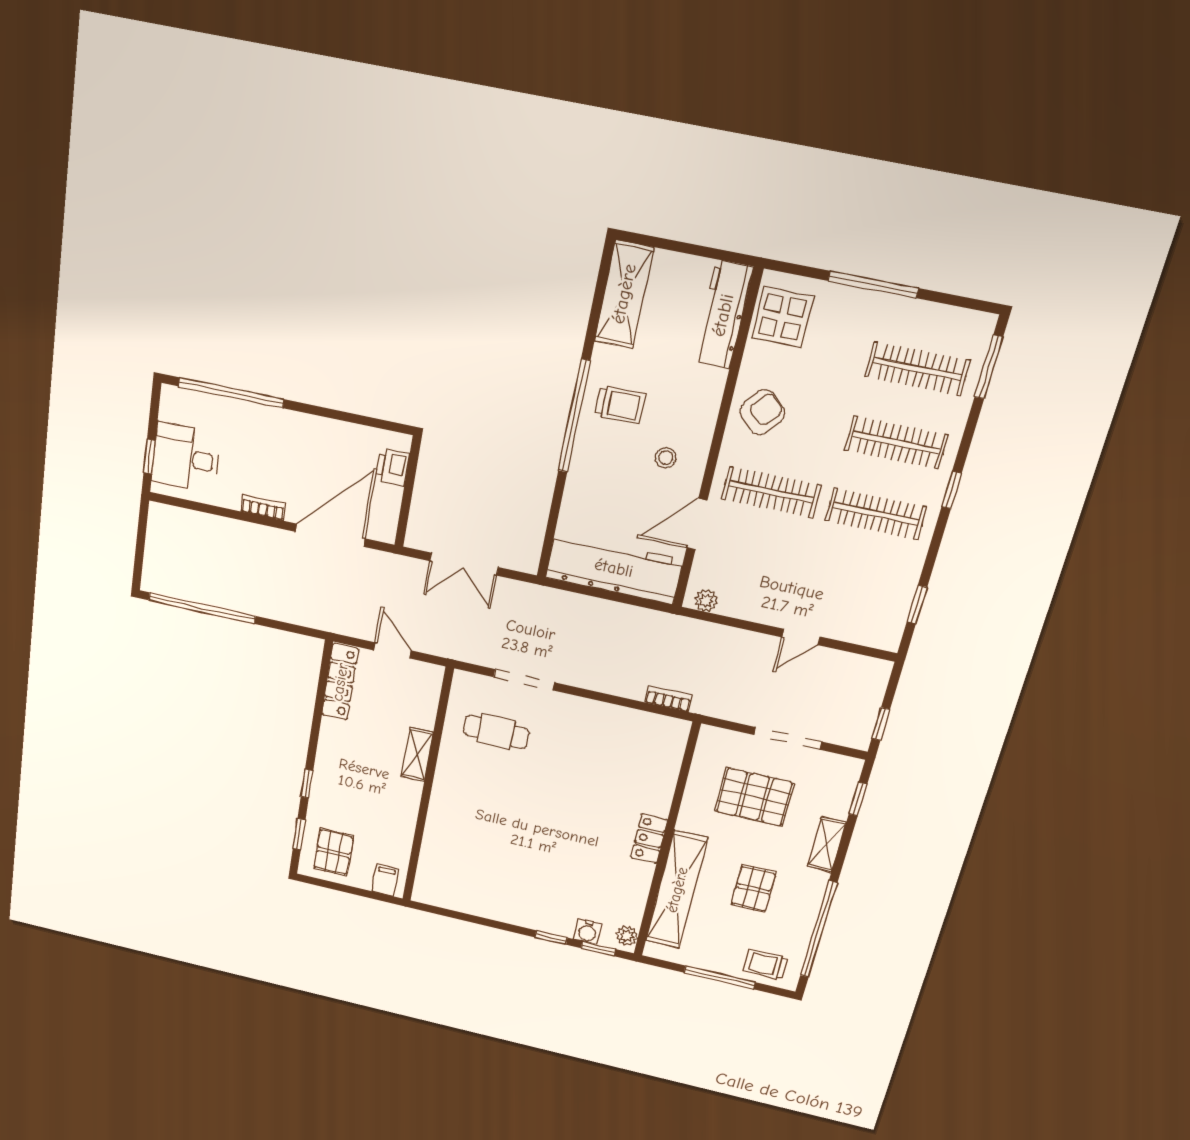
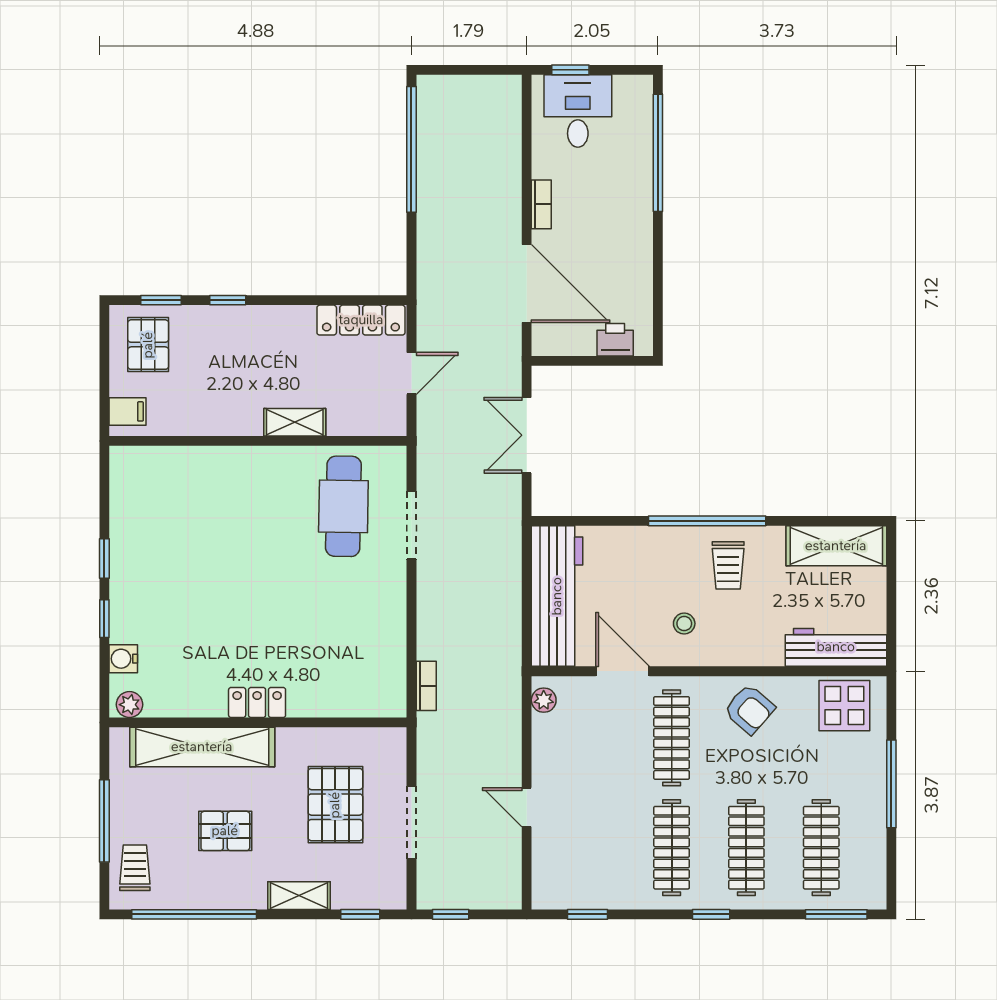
cafe table: (496, 732) -> (343, 506), width x1.37, depth x1.35
pallet: (334, 852) -> (148, 345), turned 90
window: (598, 949) -> (104, 558), moved

